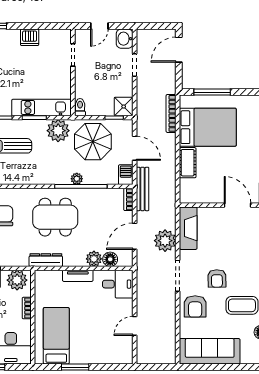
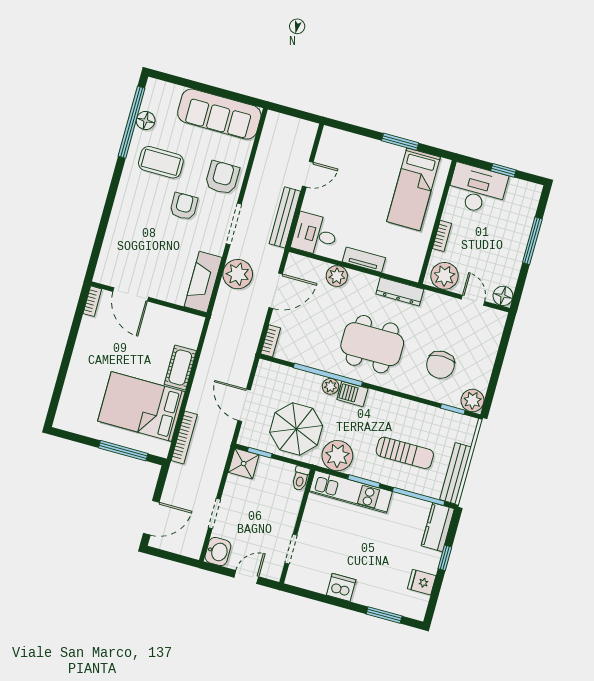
barbecue: (126, 175) -> (352, 394), moved, turned 90
bench: (143, 189) -> (285, 217), moved
floor lamp: (110, 259) -> (316, 270), removed

